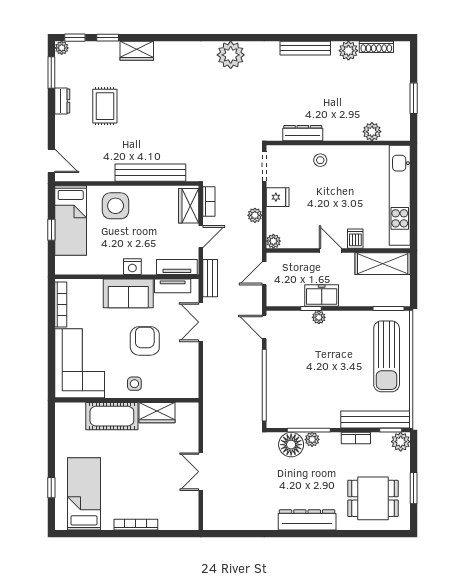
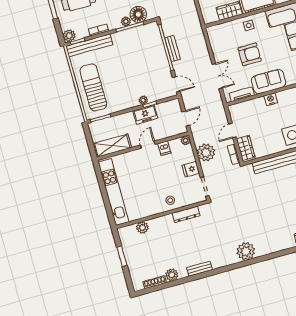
bench: (305, 48) -> (200, 269), width x0.73
plant: (255, 215) -> (206, 152), width x1.88, depth x1.88
dishwasher: (355, 239) -> (164, 148), moved
door: (330, 250) -> (148, 145), swing flipped
tv unit: (177, 267) -> (242, 107), removed
bench: (210, 278) -> (173, 49), moved
armchair: (145, 341) -> (250, 54), turned -90

